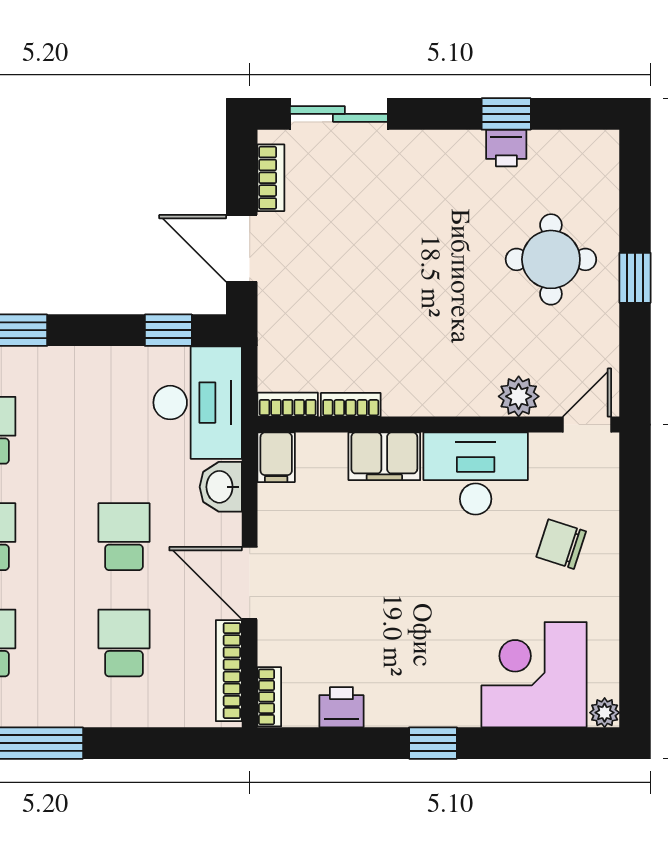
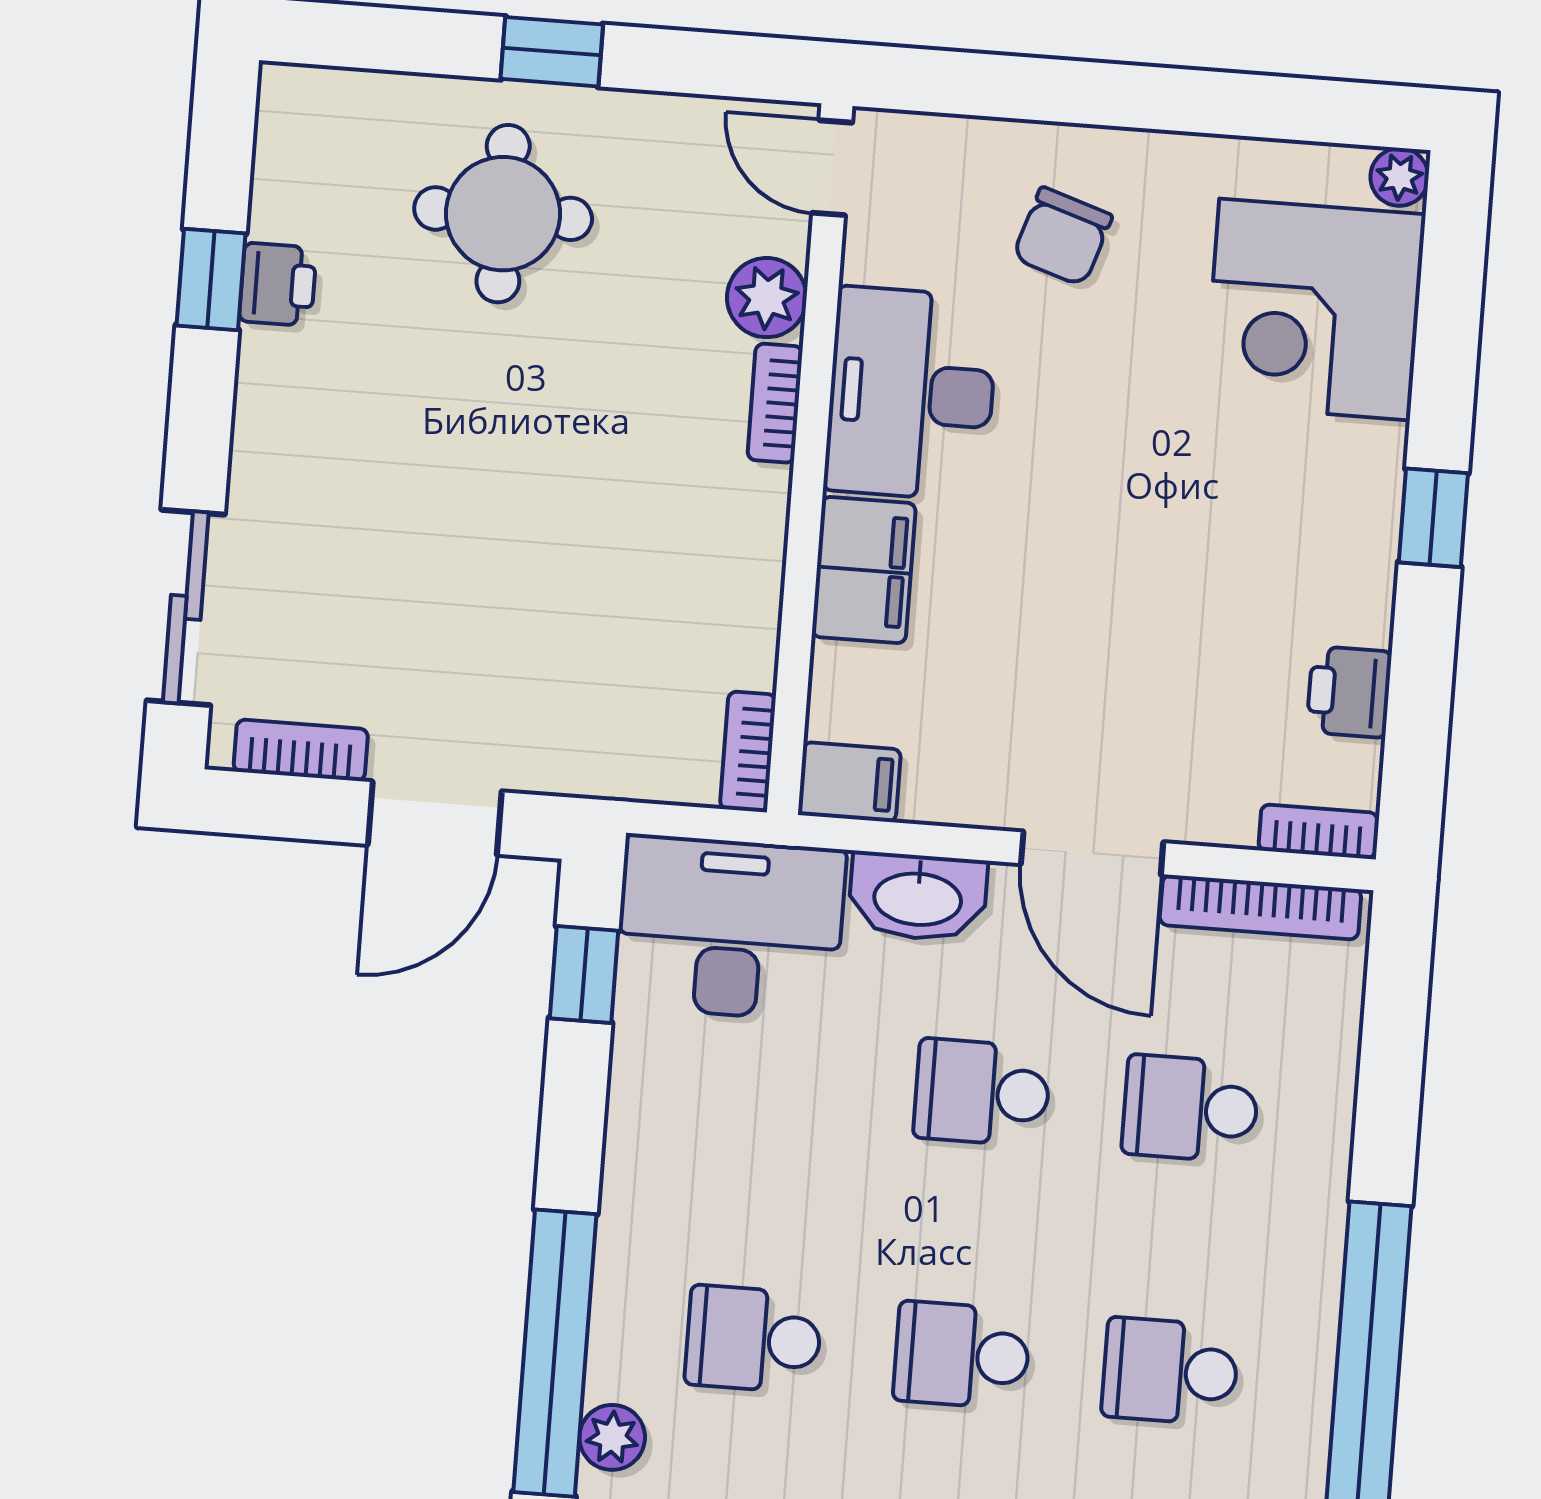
bookcase: (351, 405) -> (775, 403), moved
washbasin: (221, 487) -> (918, 897), width x1.38
door: (250, 583) -> (1092, 853), hinge flipped

